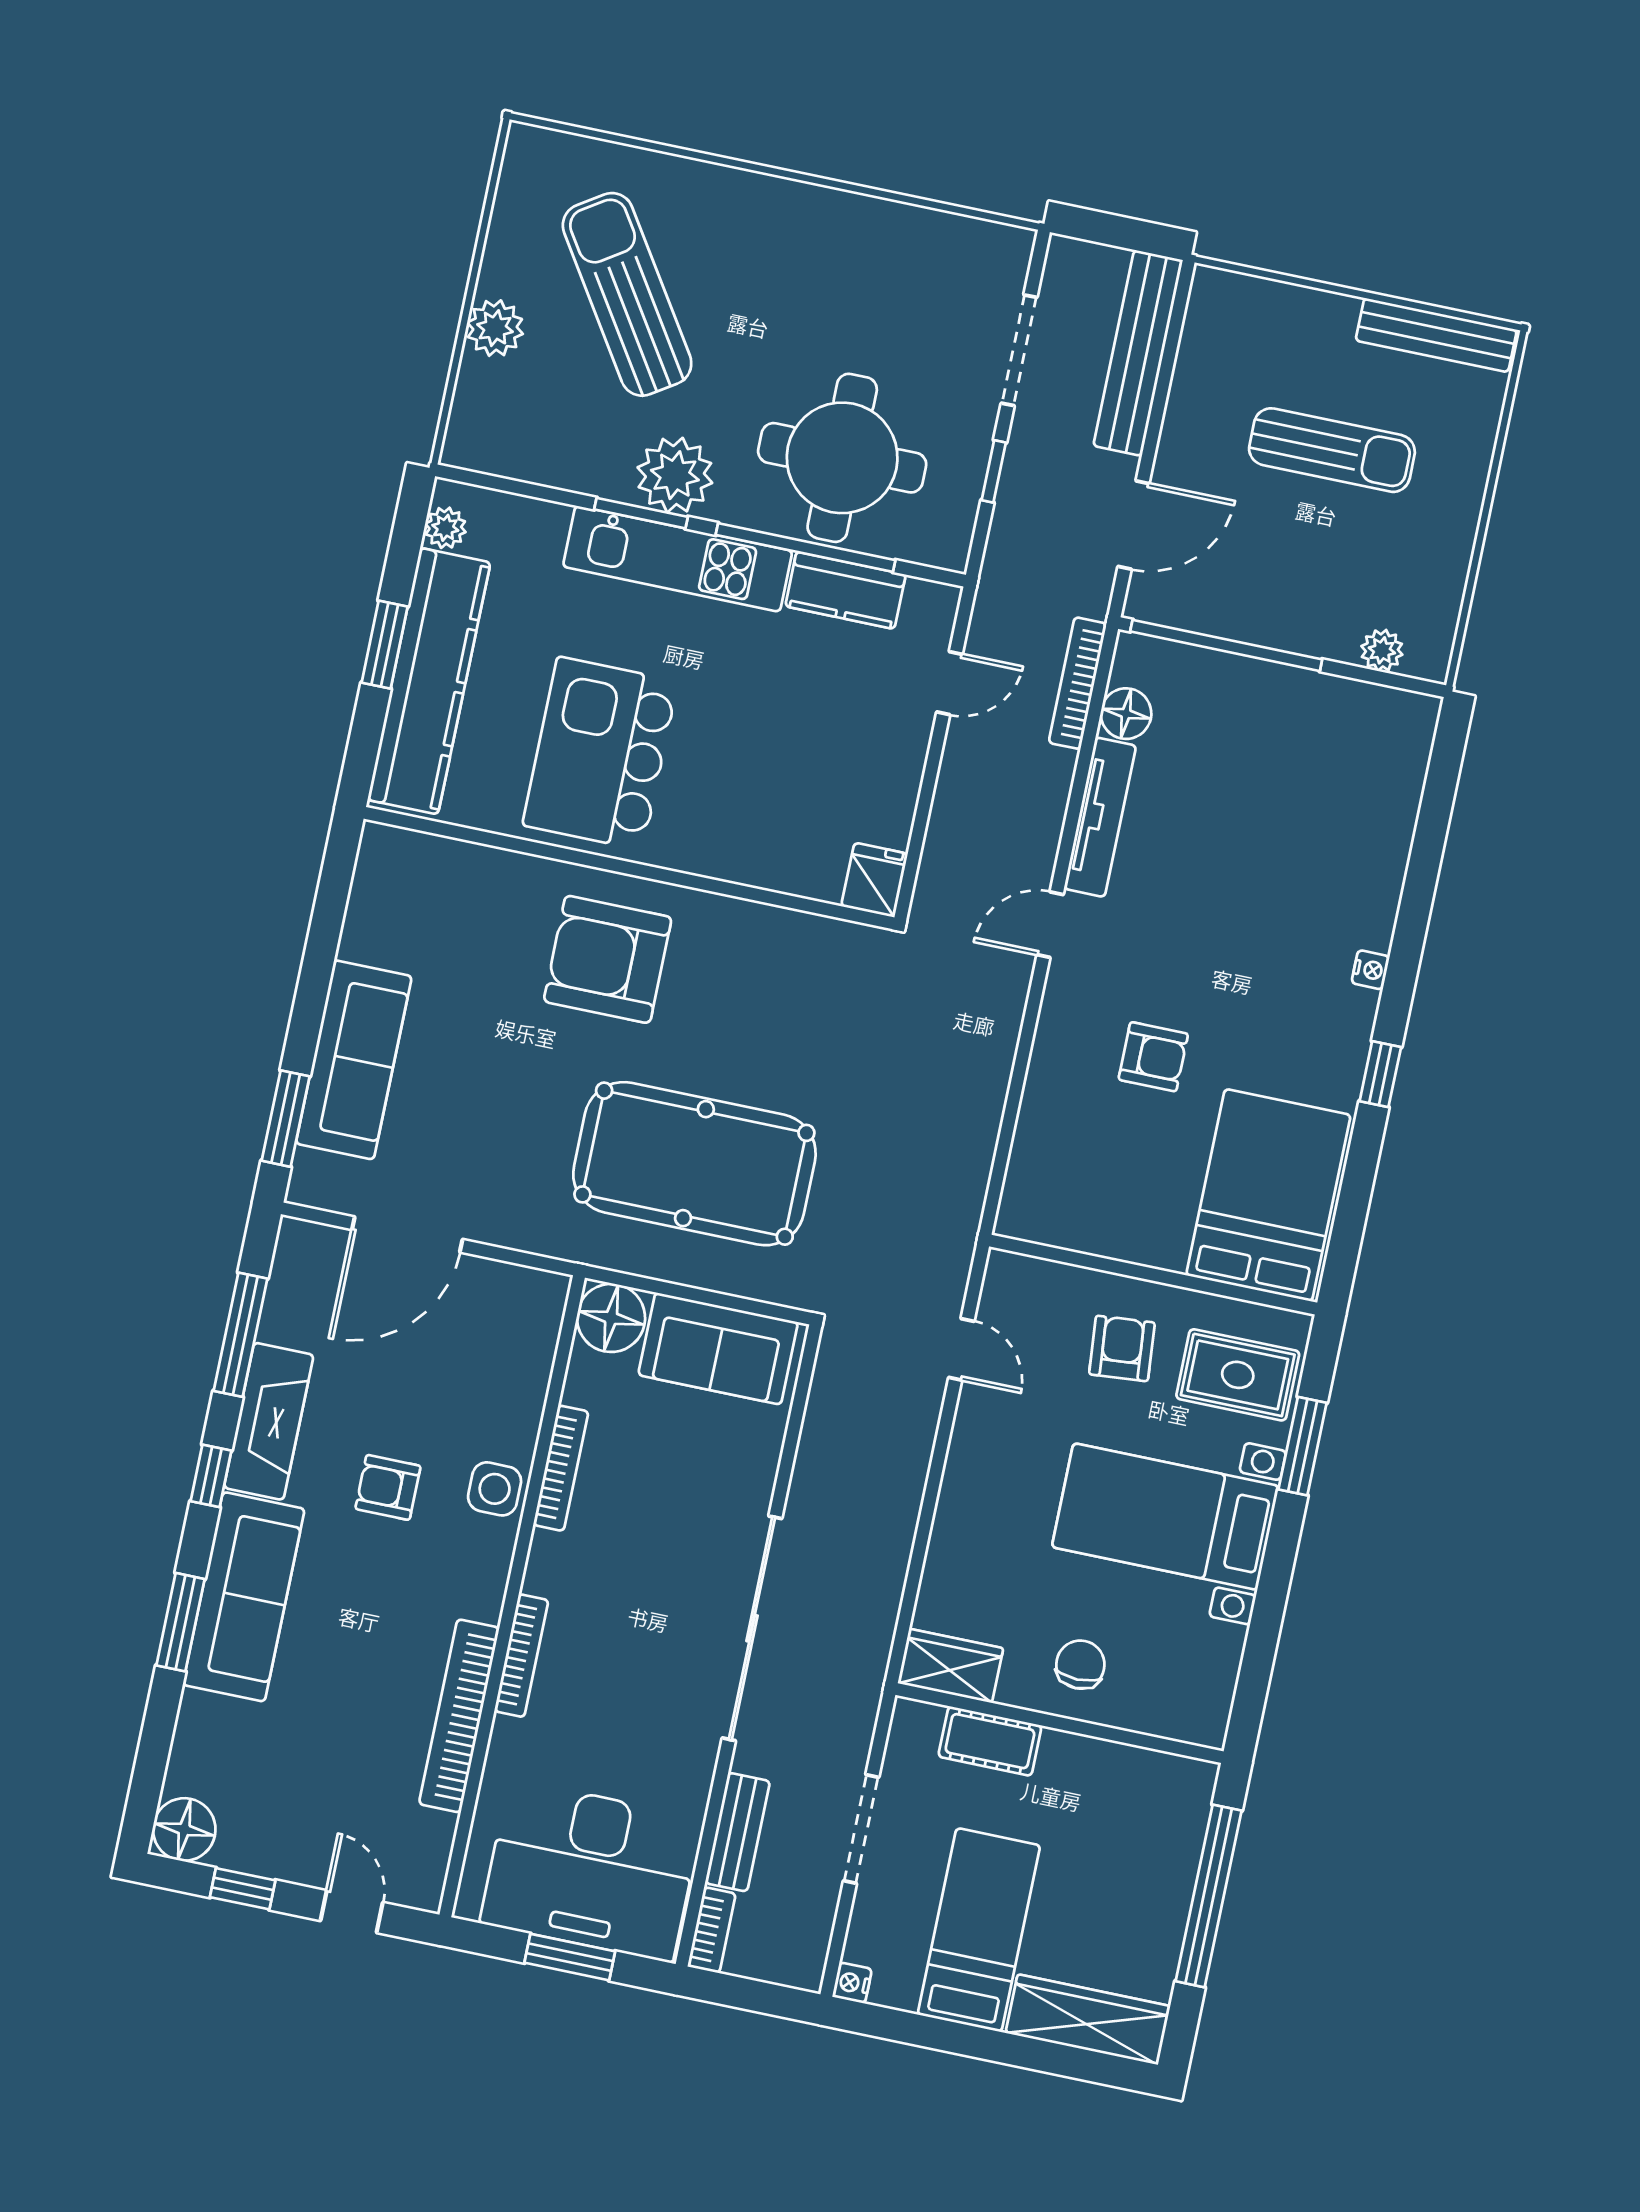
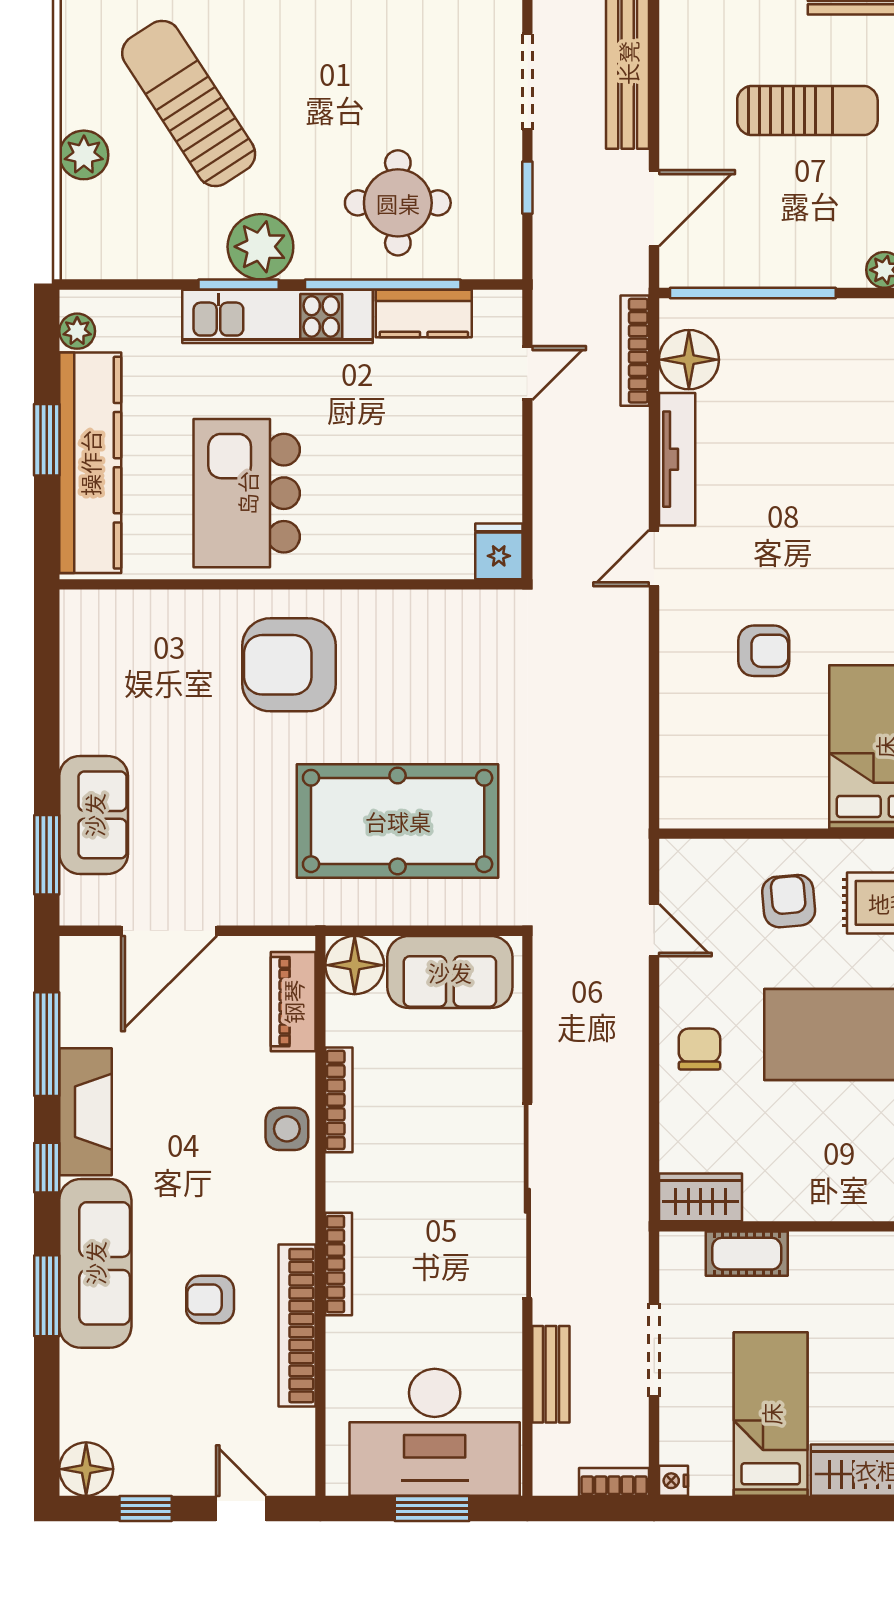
round table: (842, 458) -> (398, 203), width x0.73, depth x0.73
floor lamp: (1126, 714) -> (689, 360), width x1.38, depth x1.38
sofa: (354, 1060) -> (94, 815), width x0.73
piano: (532, 1345) -> (293, 1002), added
armchair: (388, 1487) -> (210, 1299), moved
chair: (1080, 1665) -> (699, 1049), moved
bookcase: (712, 1930) -> (614, 1482), moved, turned -90

